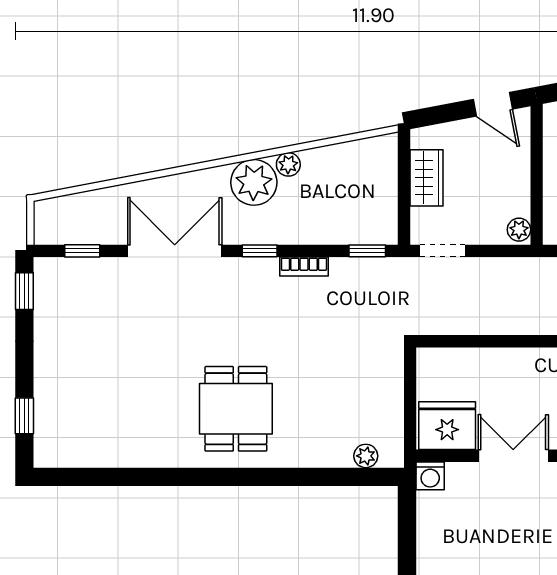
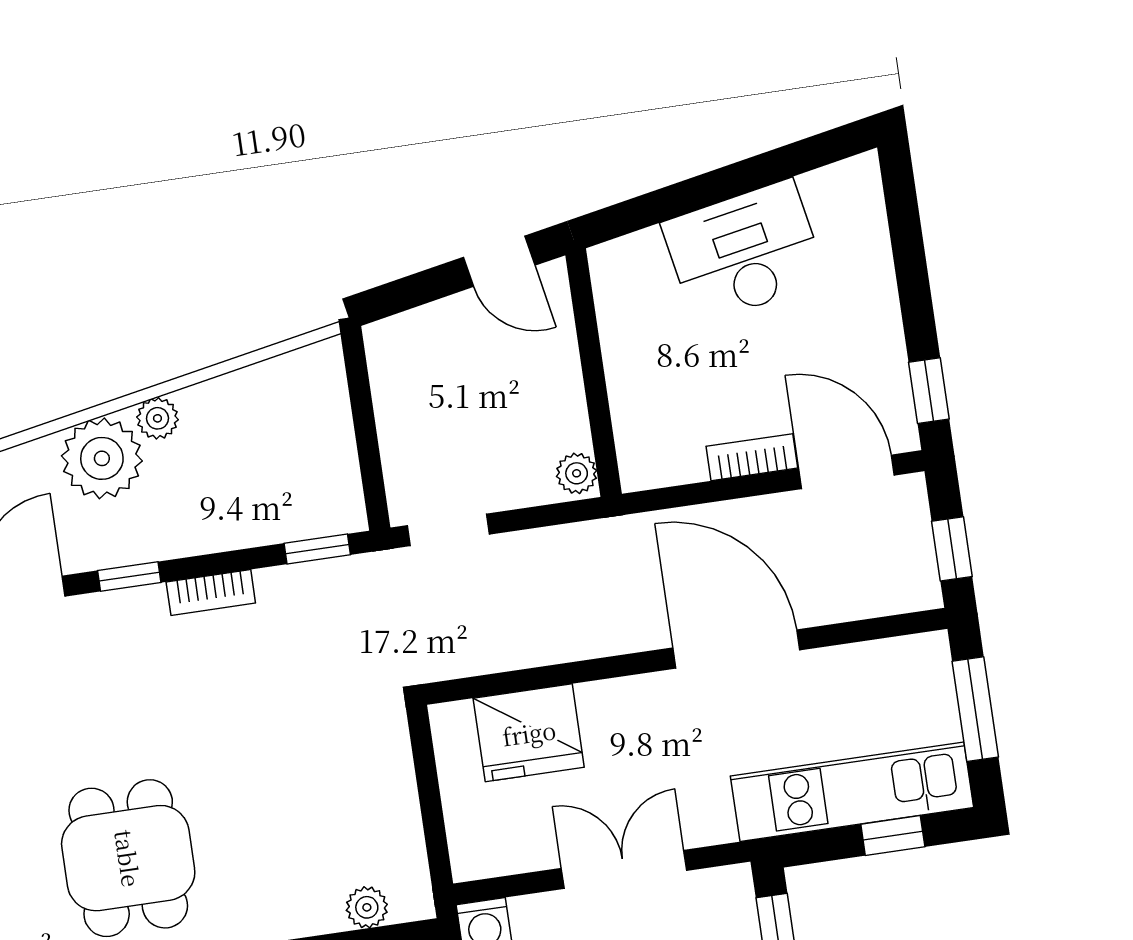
wardrobe: (426, 178) -> (402, 407), removed
fridge: (447, 426) -> (529, 733), moved, turned 180

